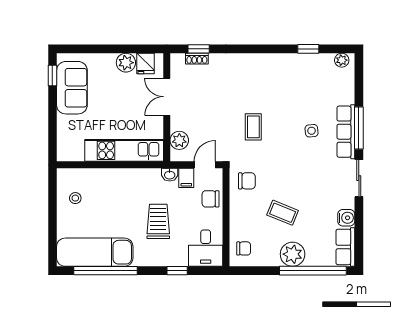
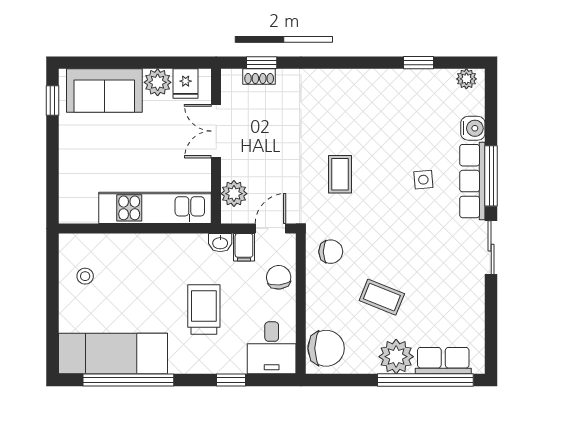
sofa: (72, 88) -> (104, 90), moved, turned 90
chair: (210, 199) -> (279, 277), turned 84
water cooler: (346, 218) -> (473, 128), moved
row of seats: (345, 247) -> (443, 361), moved, turned 90
chair: (244, 248) -> (326, 348), width x1.87, depth x1.87

